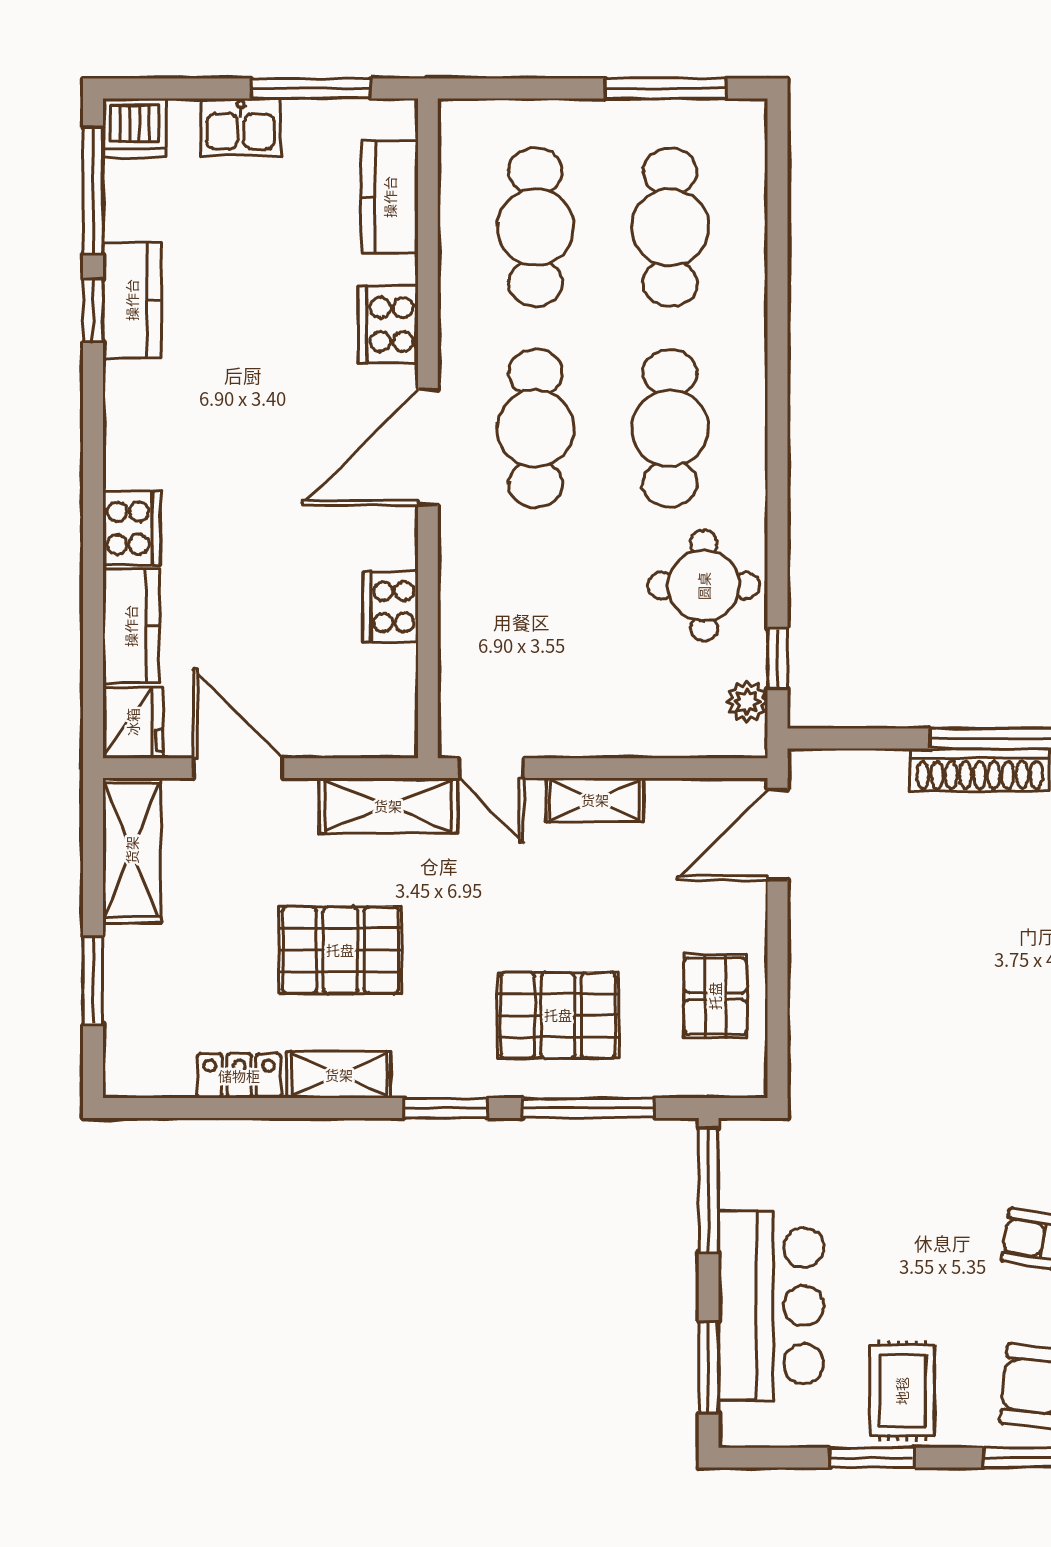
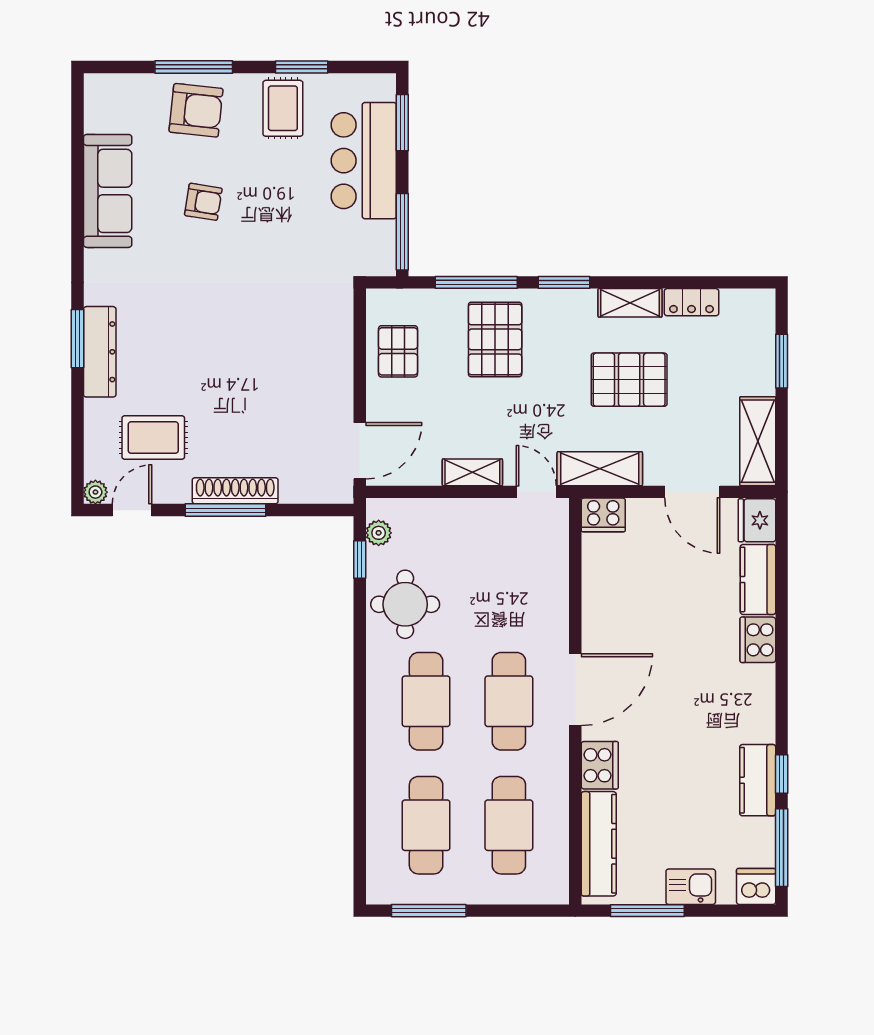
kitchen counter: (390, 197) -> (599, 844), width x1.50
cooker: (391, 607) -> (603, 515), moved, turned 90
pallet: (558, 1015) -> (495, 339), turned 90

